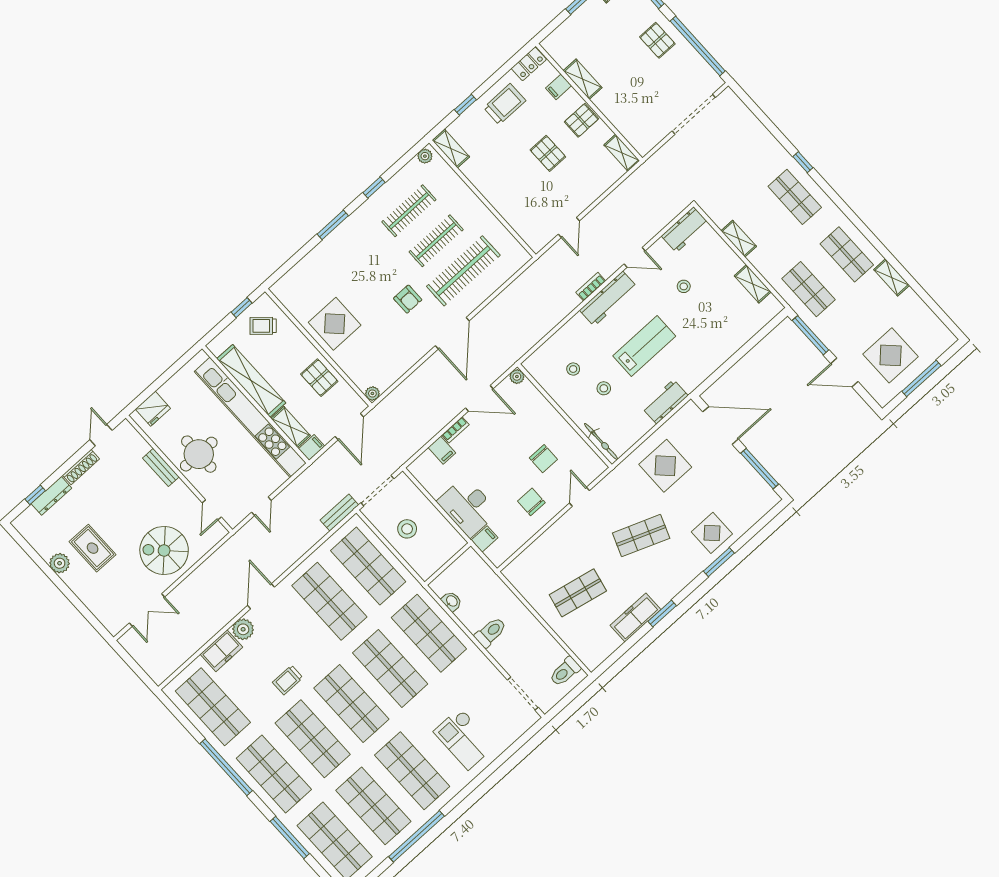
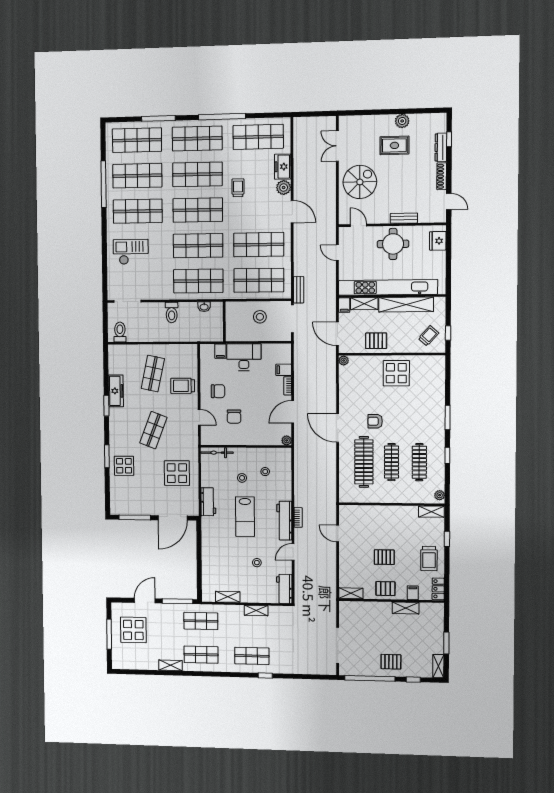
pallet: (581, 120) -> (385, 589), turned 90
chair: (543, 459) -> (234, 417), turned -90
trolley: (561, 547) -> (183, 386), added

